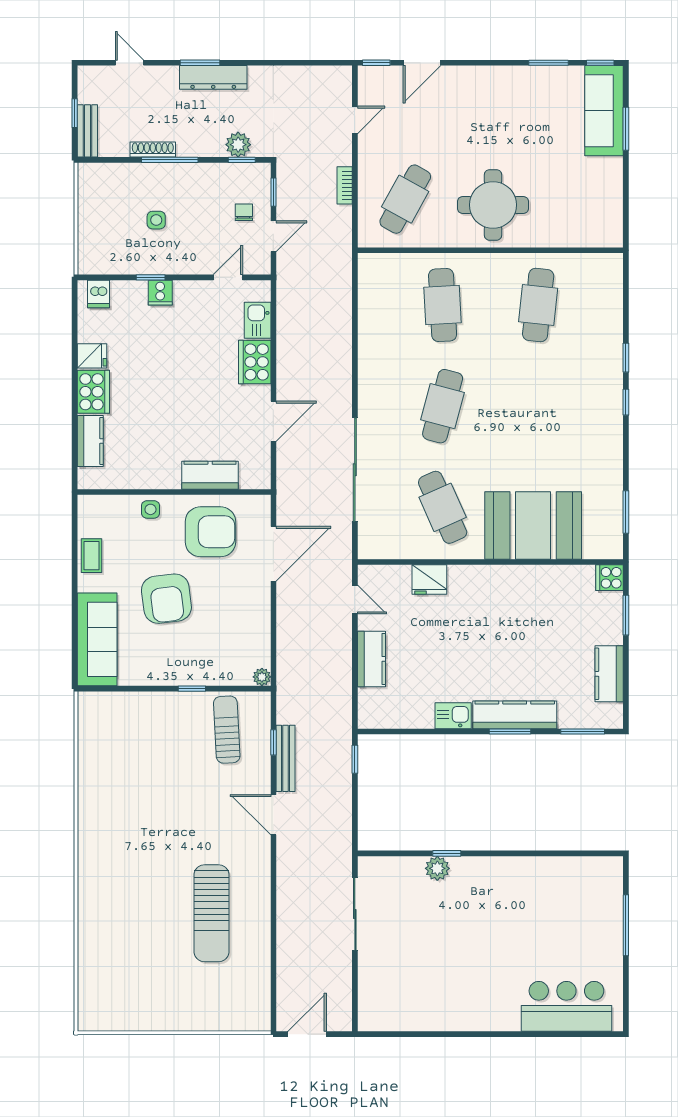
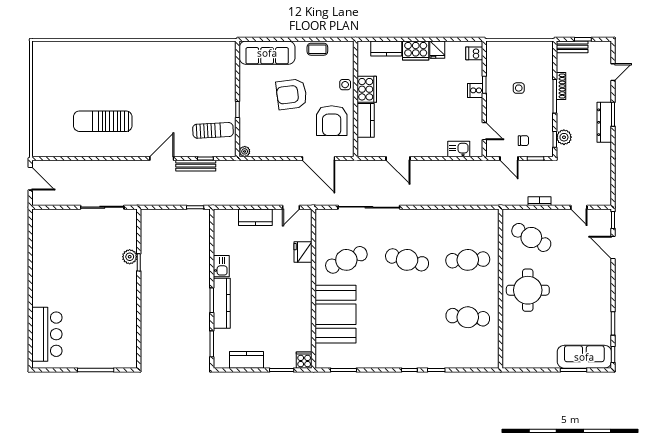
cooker: (255, 362) -> (367, 89), moved, turned 90

